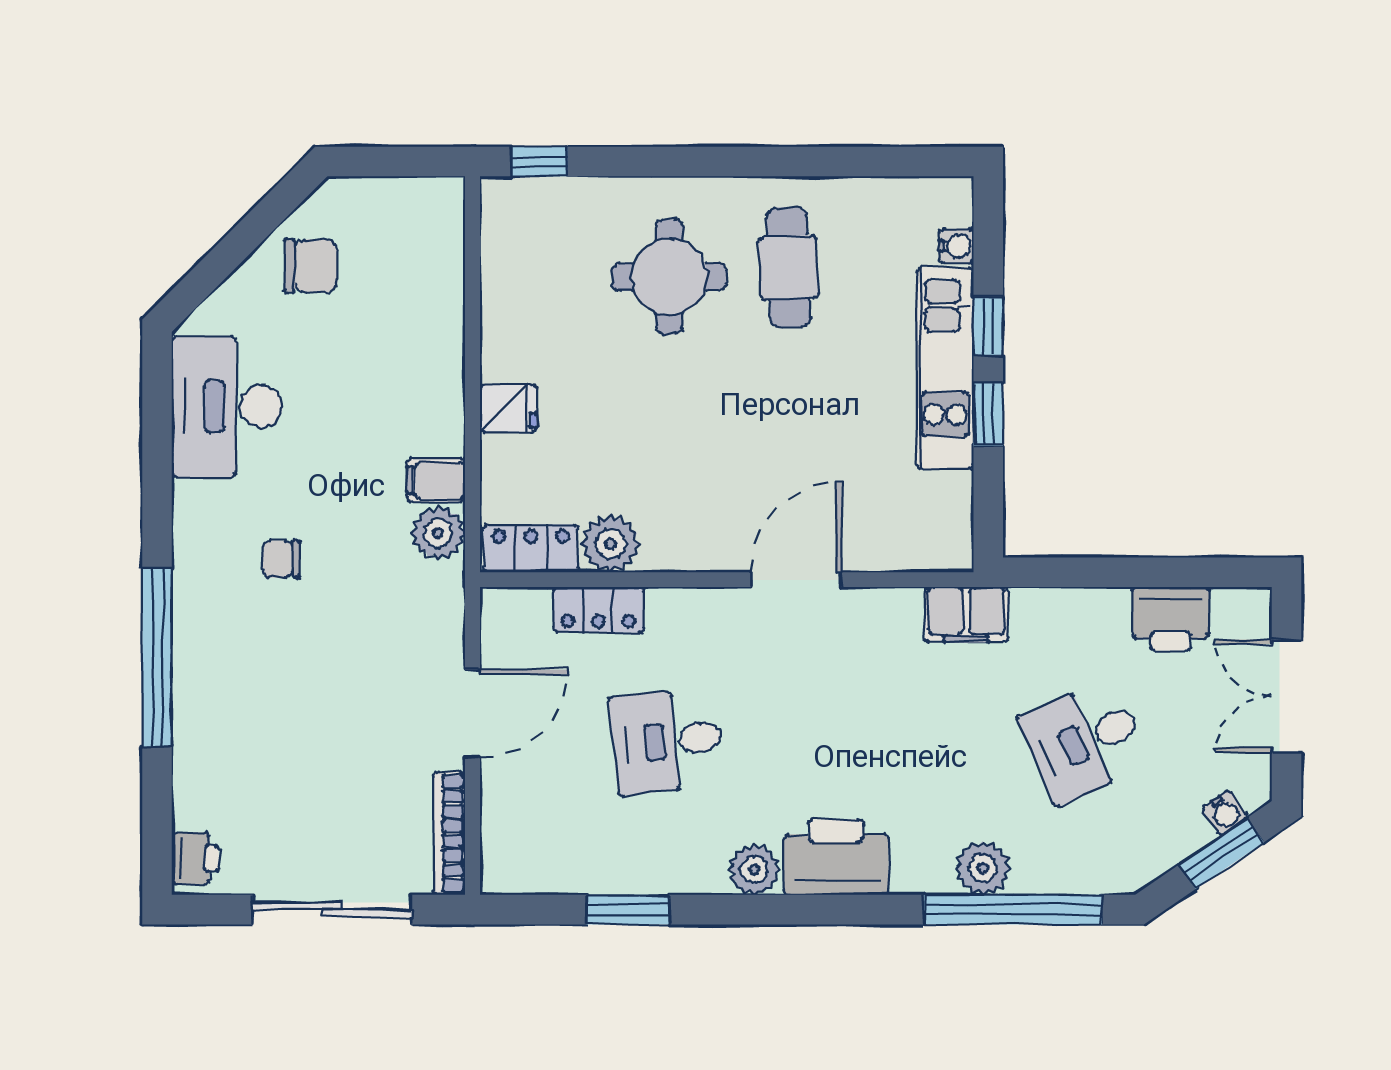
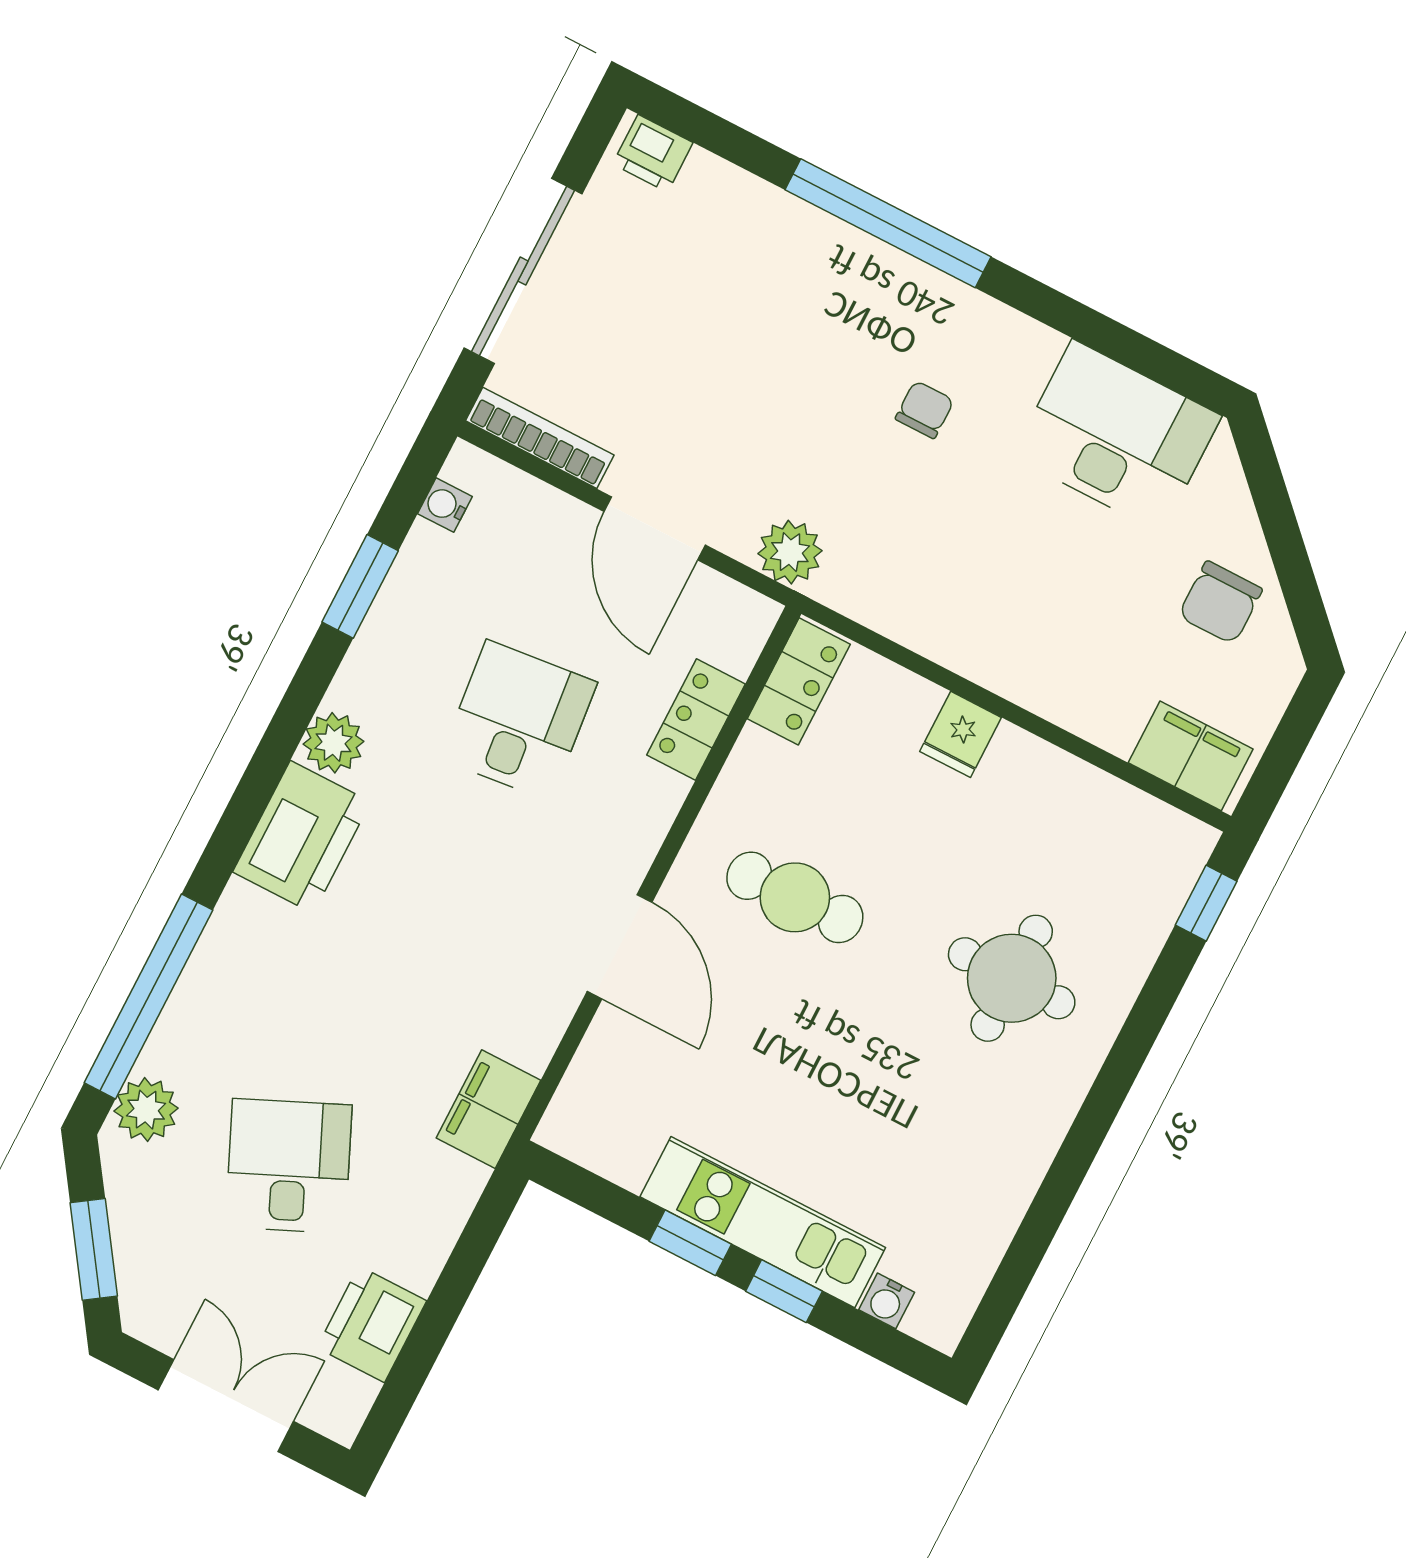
cafe table: (788, 267) -> (795, 897), moved
filing cabinet: (436, 480) -> (1191, 756), moved, width x2.00
plant: (438, 533) -> (790, 552), moved
plant: (611, 544) -> (760, 769), removed
water cooler: (1225, 813) -> (445, 505), moved, turned 34
plant: (983, 868) -> (146, 1110), moved

